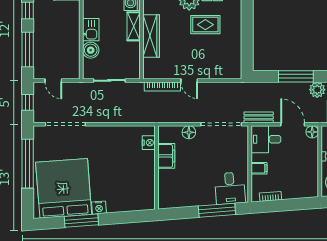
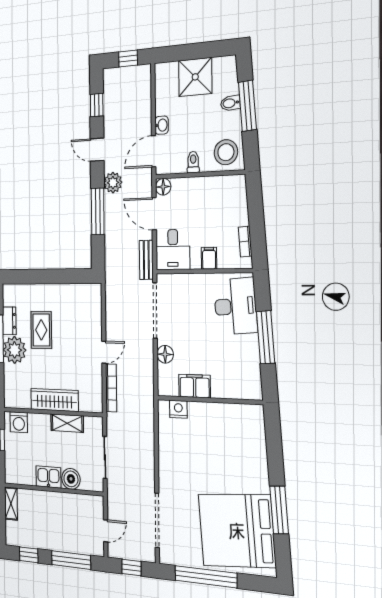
shelving: (134, 26) -> (67, 423), moved
door: (293, 124) -> (154, 214), hinge flipped
desk: (230, 188) -> (235, 306), width x1.37
nightstand: (99, 208) -> (262, 484), removed
window: (217, 210) -> (266, 337), moved

